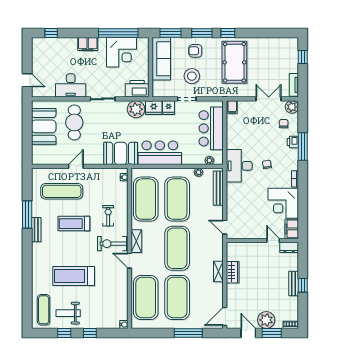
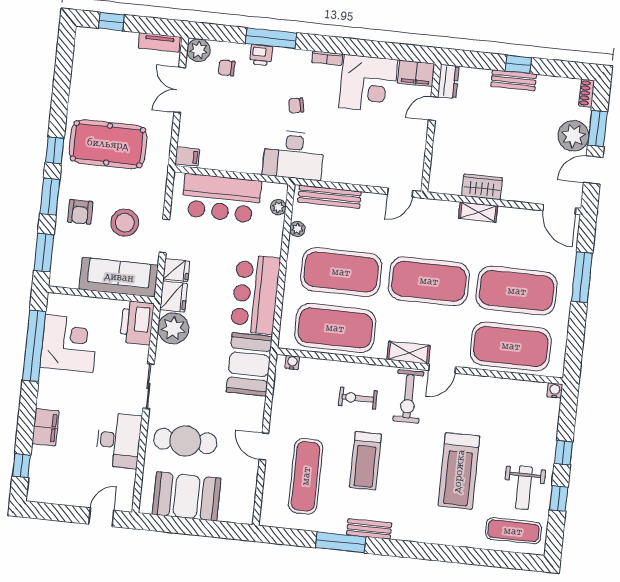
filing cabinet: (88, 44) -> (45, 427), moved
sofa: (161, 59) -> (119, 277), moved

